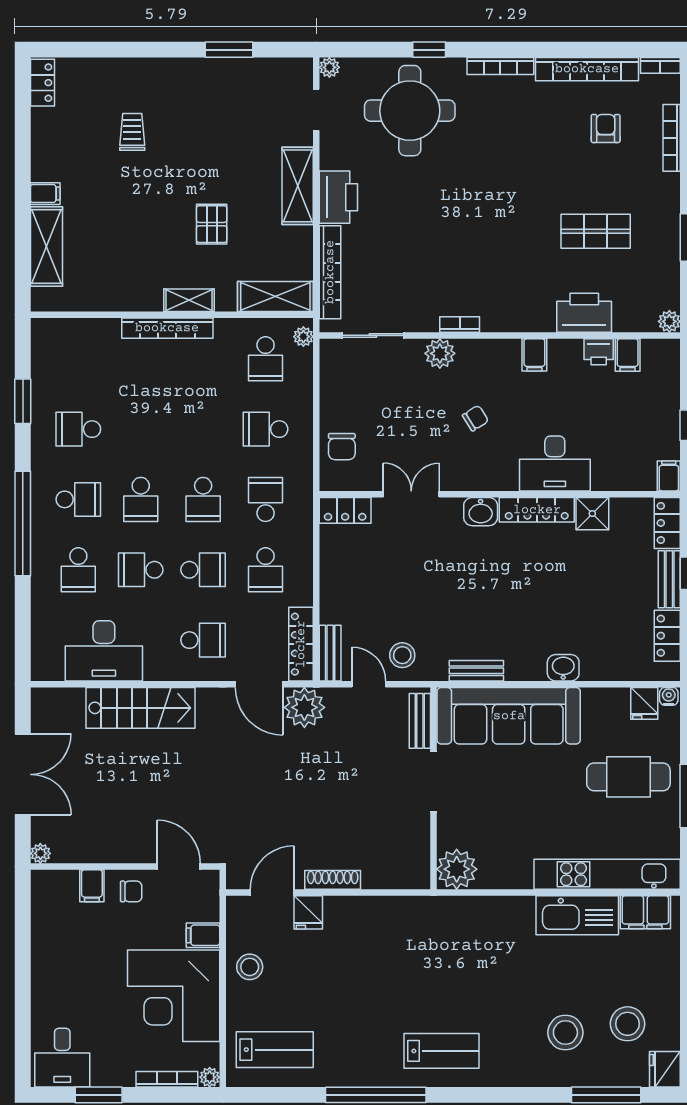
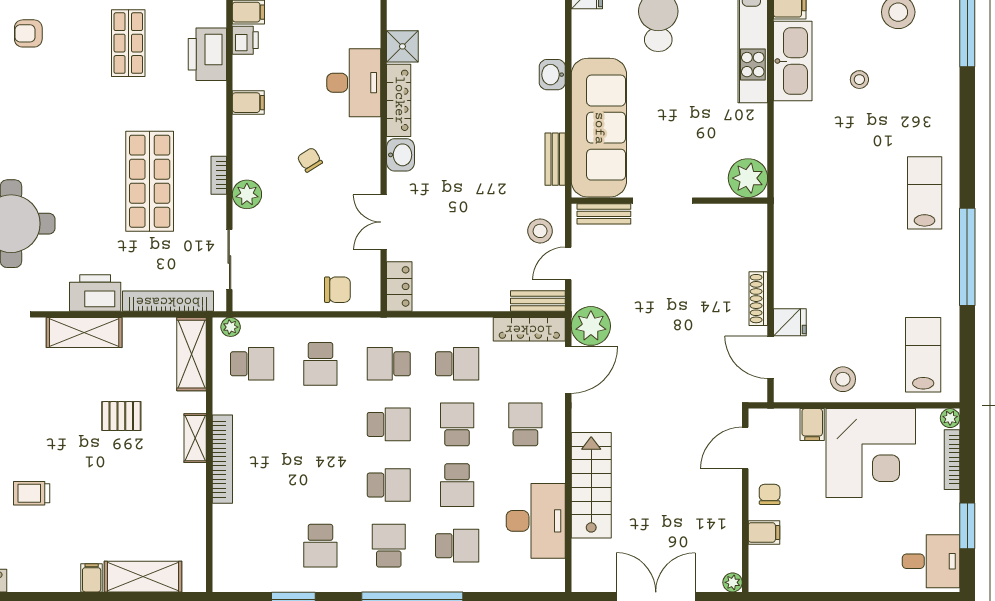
shop shelf: (453, 253) -> (150, 181), added
stool: (565, 1033) -> (859, 80), moved, width x0.53, depth x0.53

